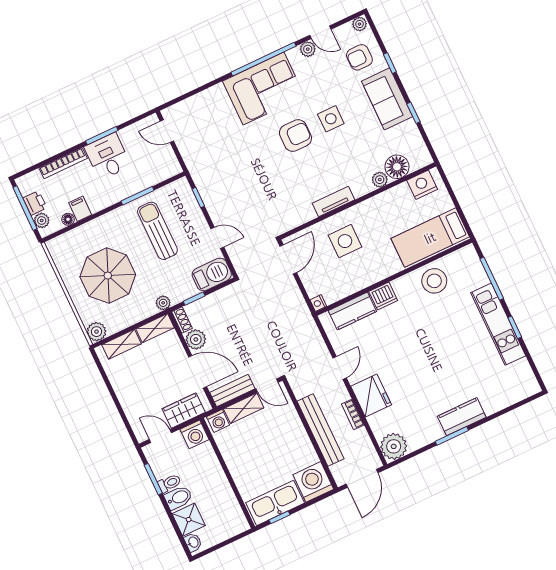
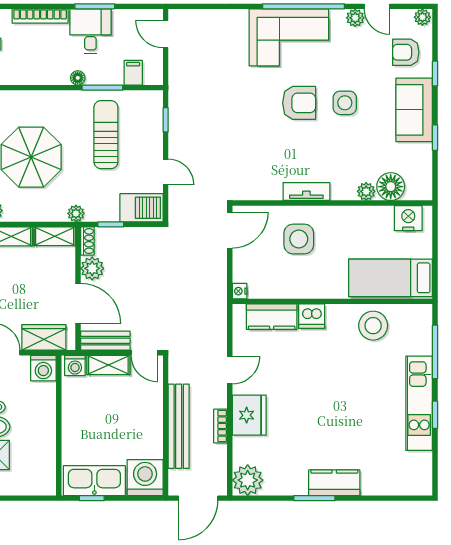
filing cabinet: (80, 209) -> (133, 73), moved
floor lamp: (68, 219) -> (78, 78), moved

